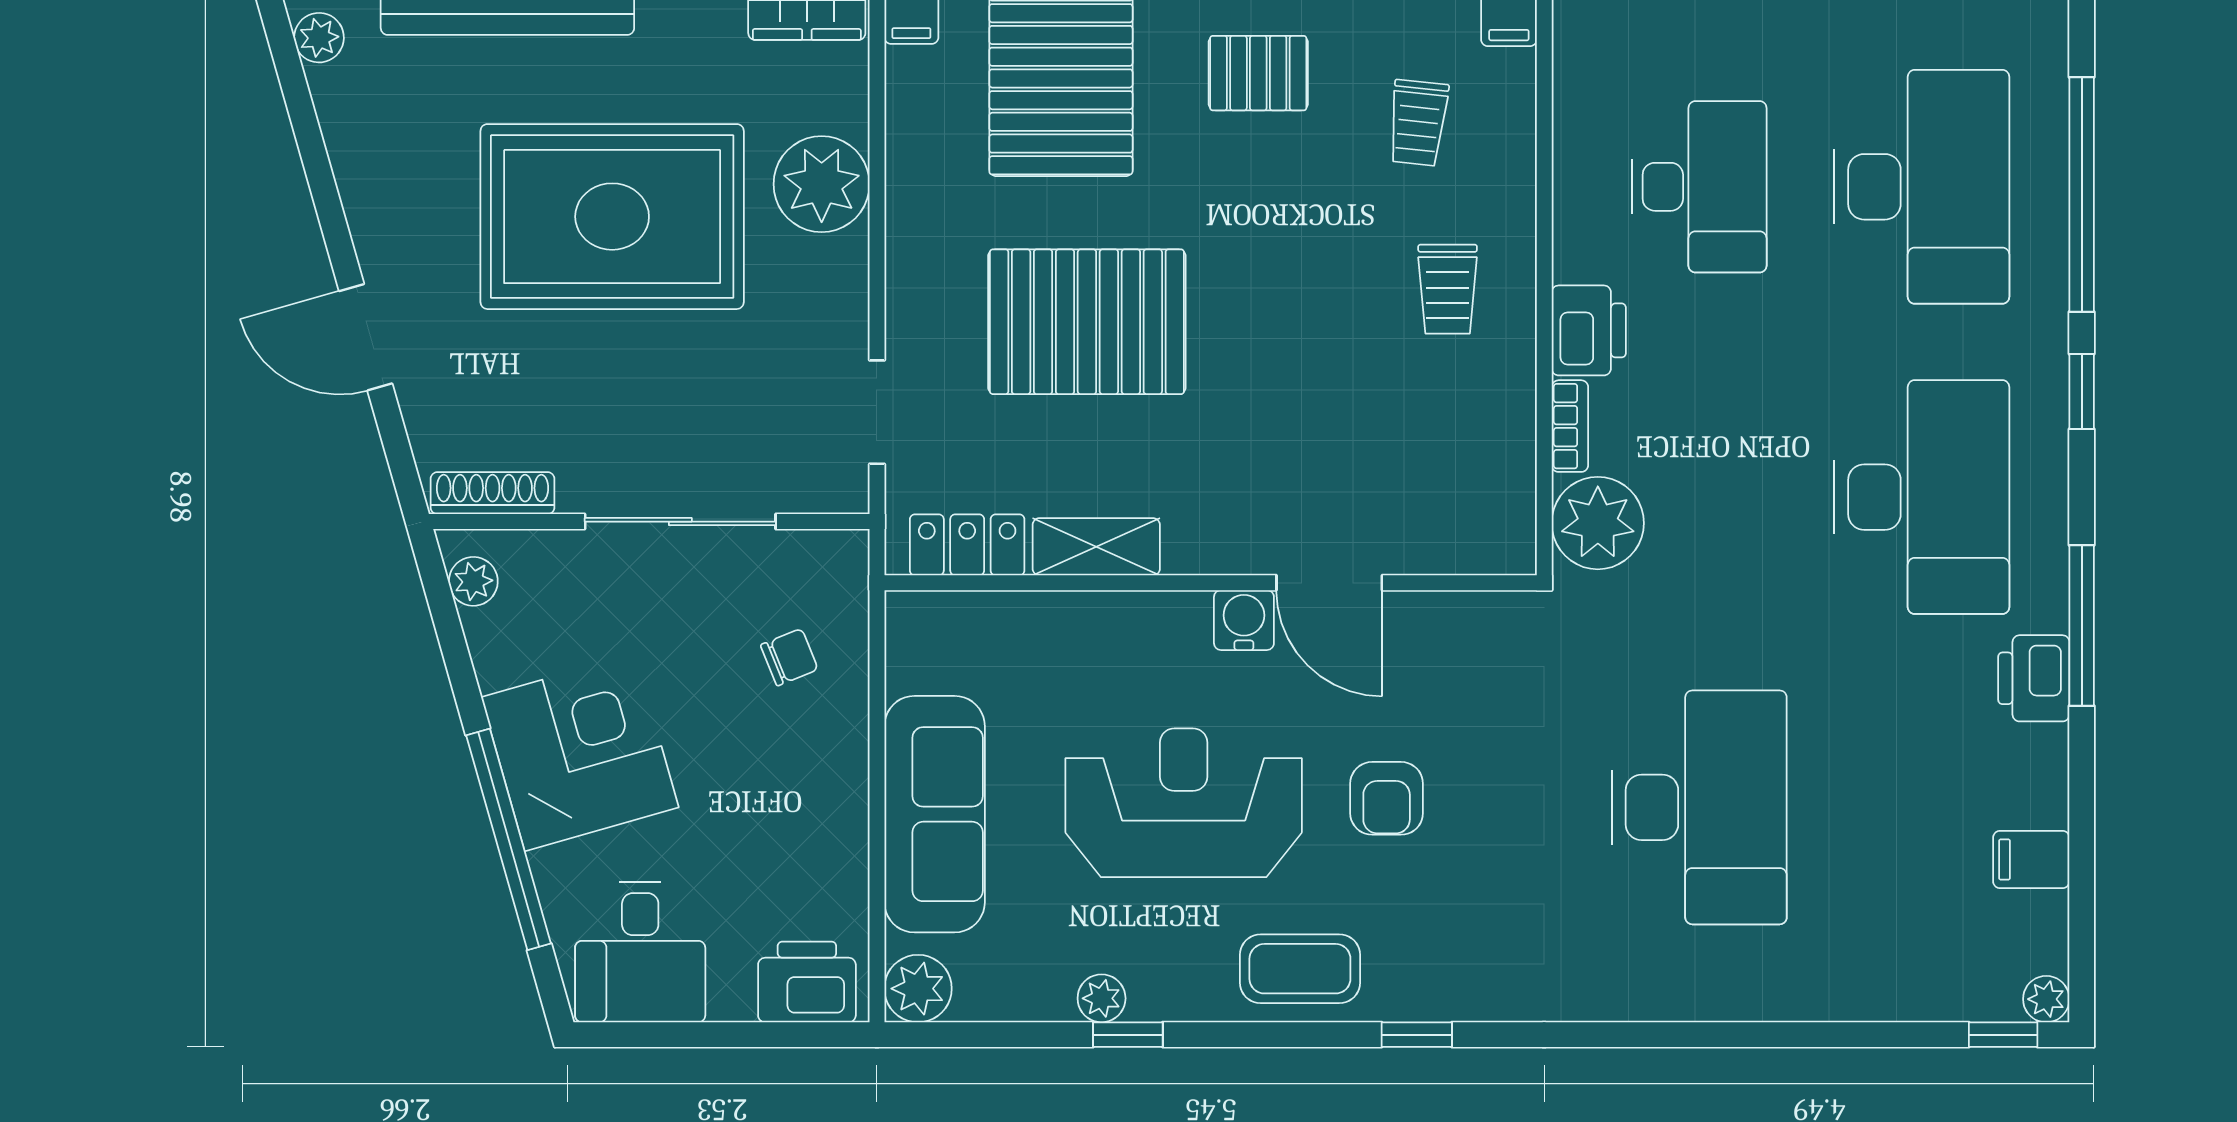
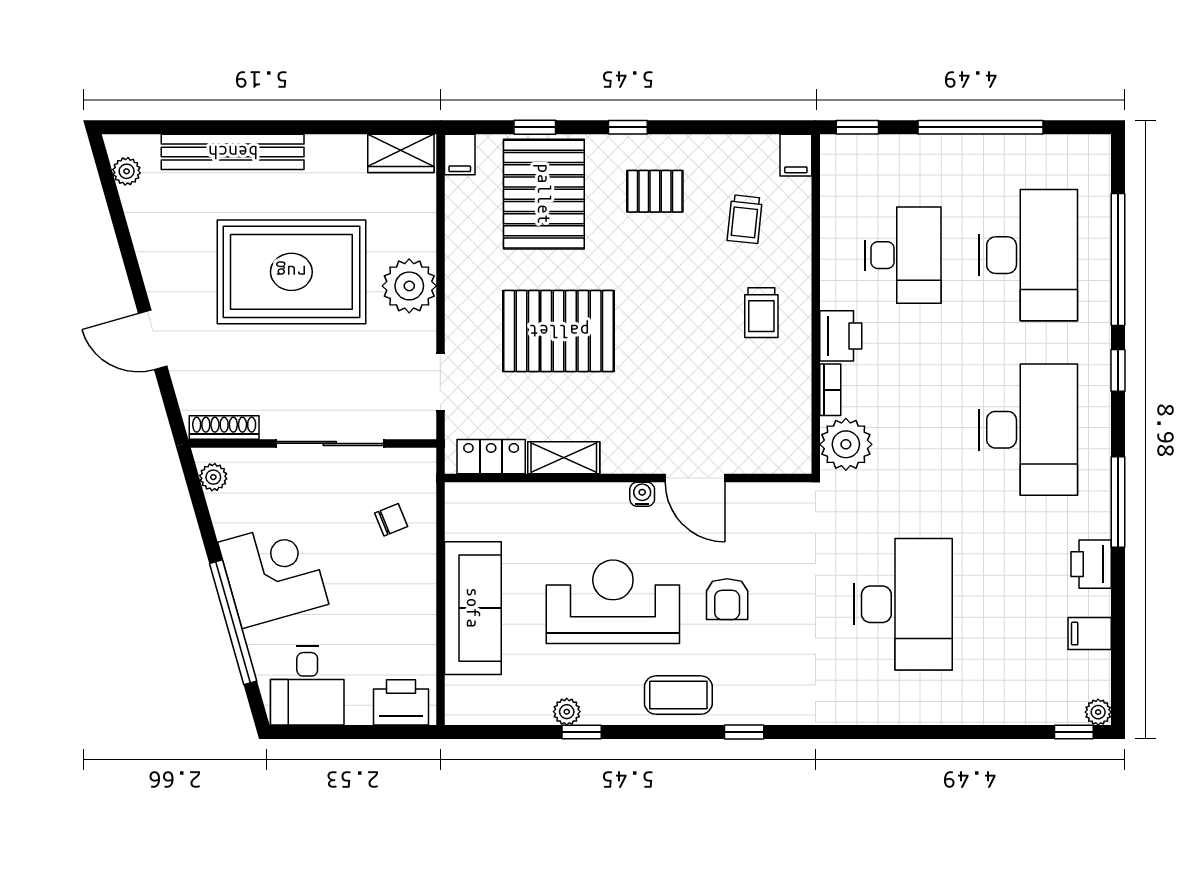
plant: (822, 184) -> (409, 286), moved
water cooler: (1244, 620) -> (642, 494), width x0.72, depth x0.72
printer: (2034, 678) -> (1091, 564), moved
plant: (918, 989) -> (464, 706), removed

